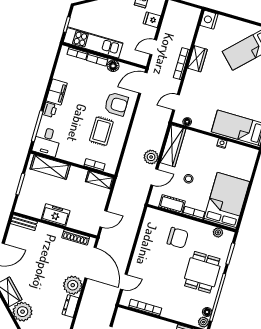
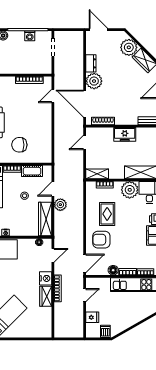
nightstand: (209, 20) -> (46, 278), moved
plant: (68, 151) -> (130, 190), added

